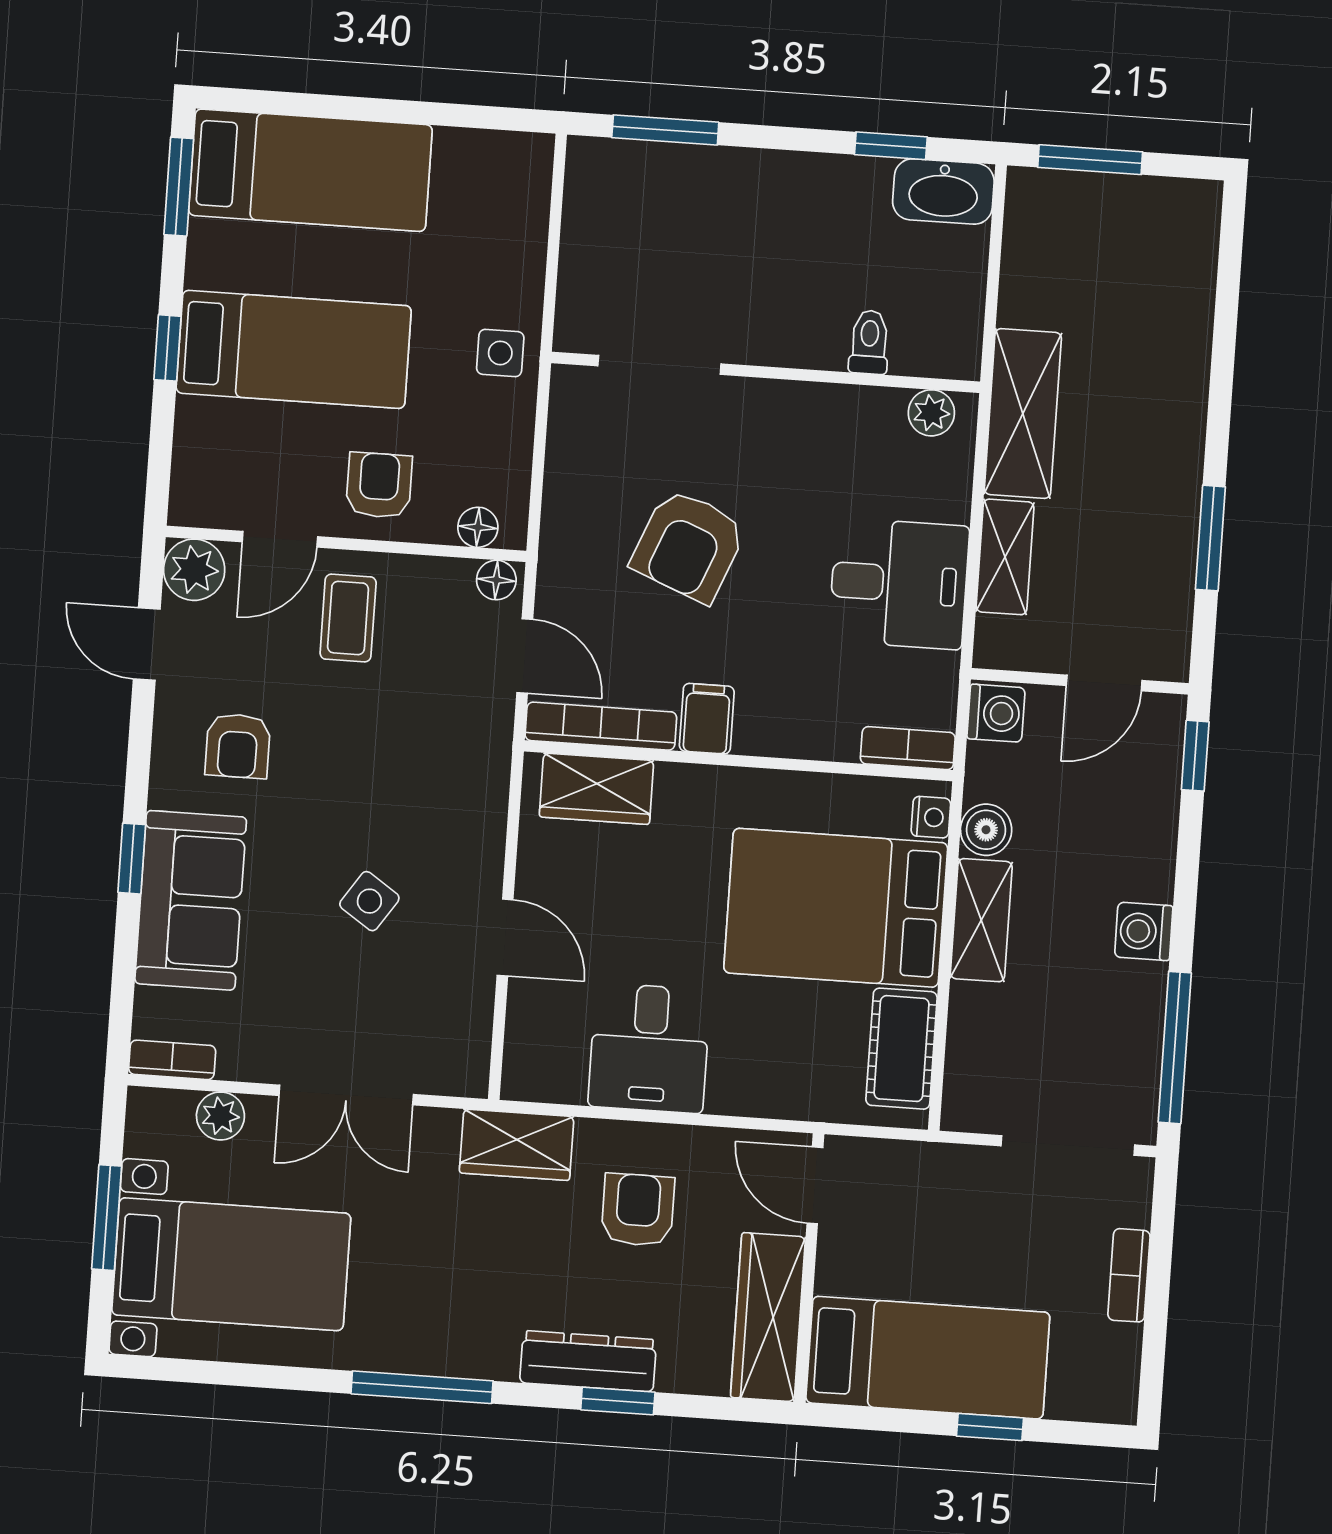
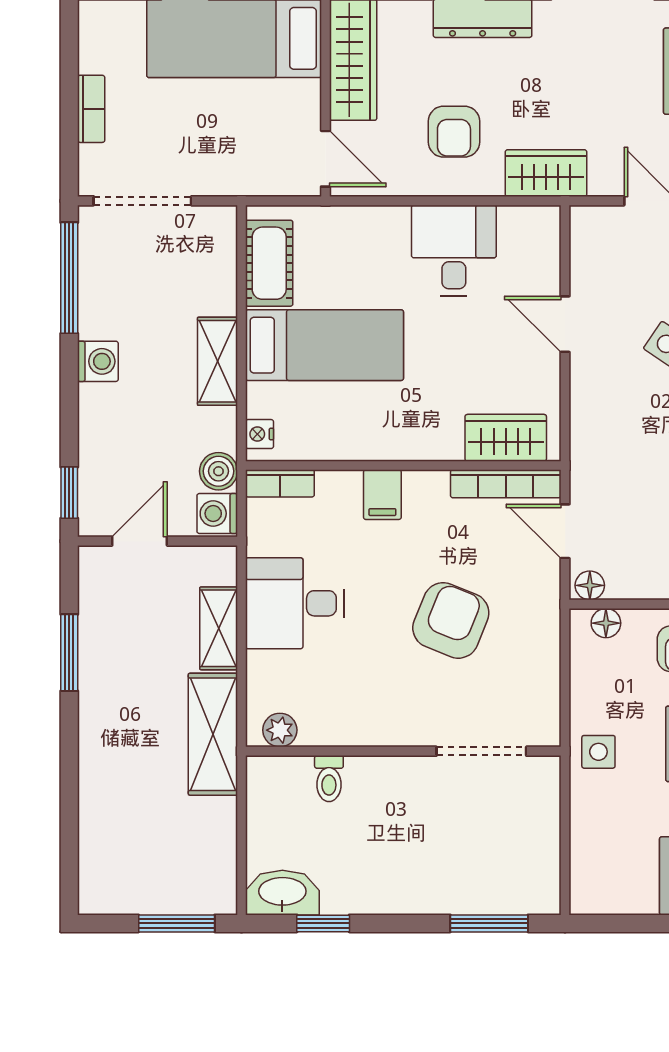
filing cabinet: (707, 719) -> (382, 495), moved
boiler: (986, 830) -> (219, 471), moved
bed: (836, 908) -> (325, 345), width x0.67

